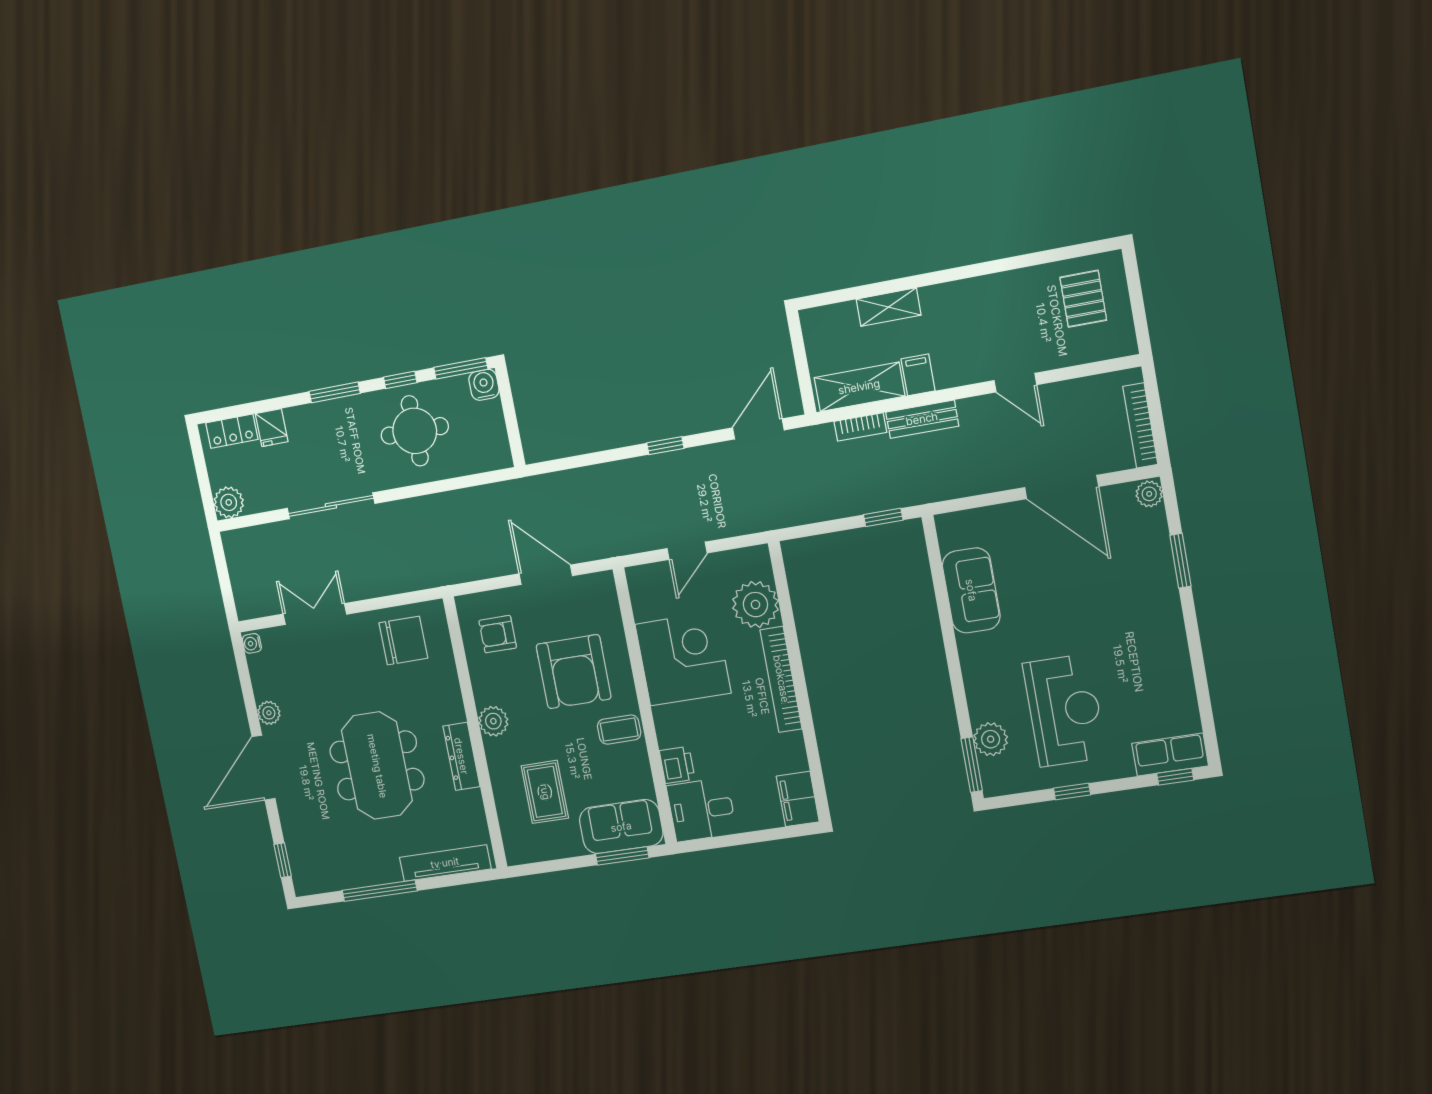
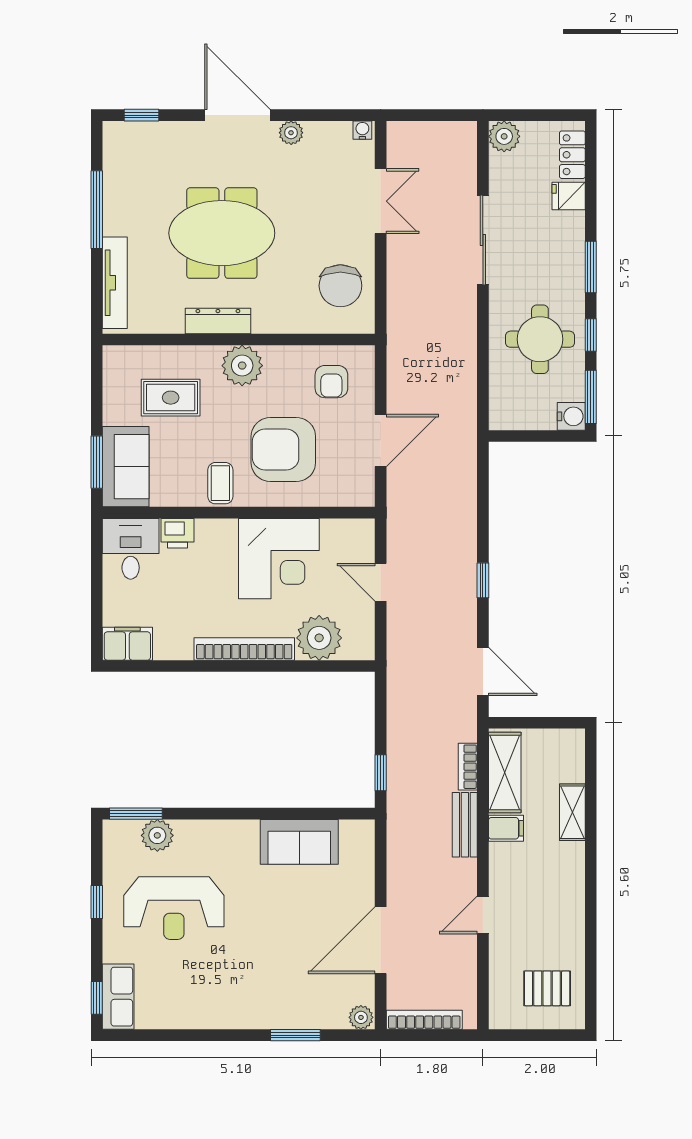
armchair: (498, 634) -> (331, 382), turned 180
plant: (493, 721) -> (242, 366), width x1.36, depth x1.36

